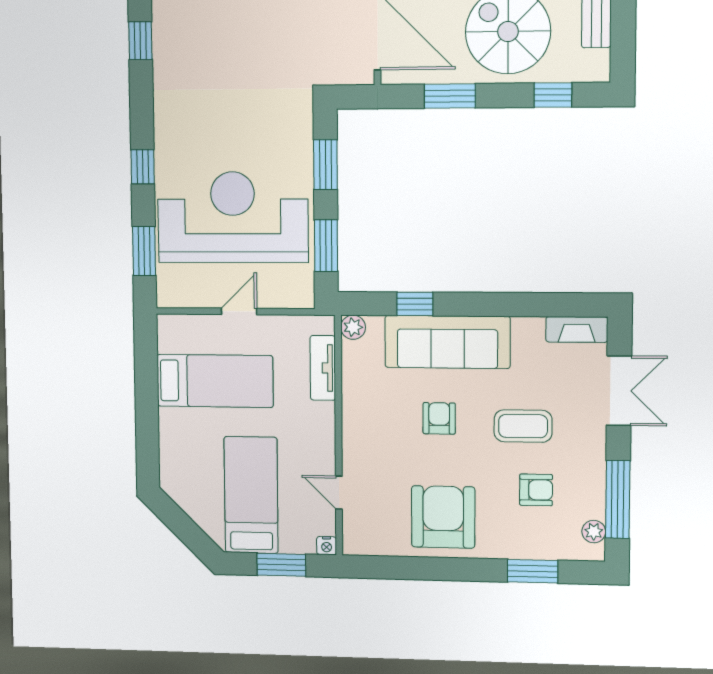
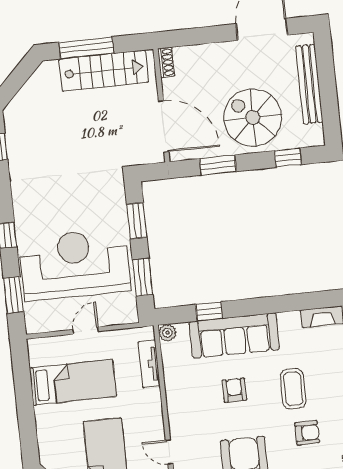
coffee table: (523, 426) -> (293, 389), turned 90

